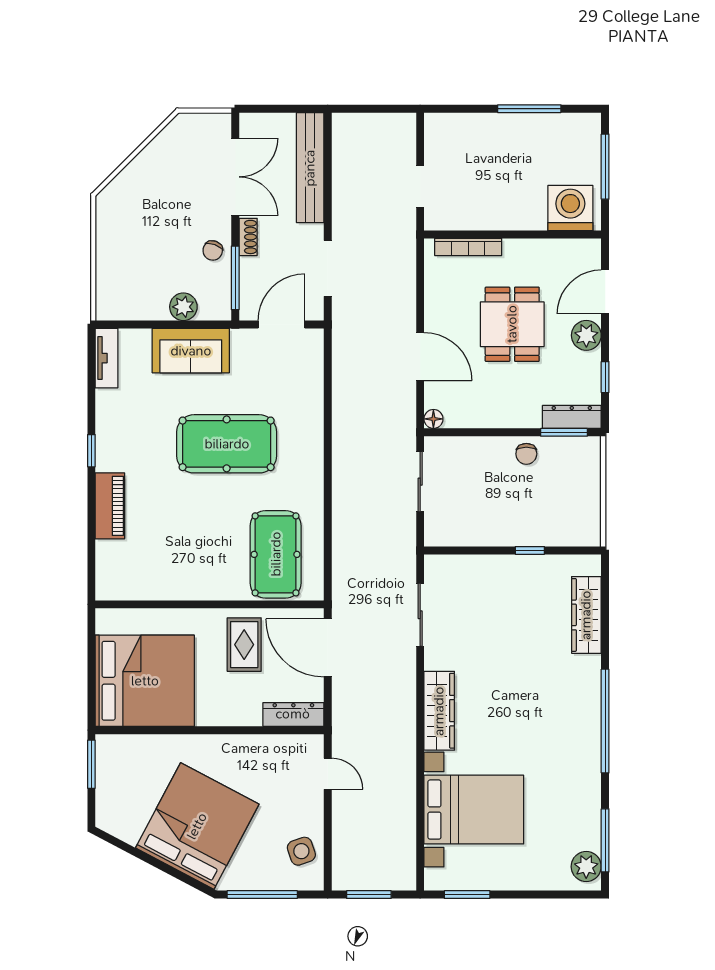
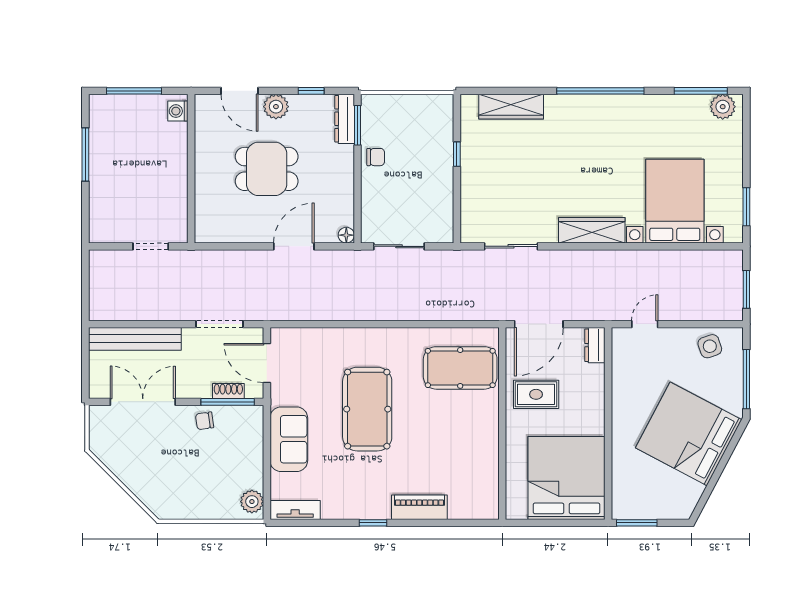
washing machine: (570, 208) -> (178, 111), width x0.53, depth x0.53
shoe rack: (248, 237) -> (228, 391), moved
bookcase: (468, 247) -> (202, 206), removed
chair: (213, 250) -> (205, 421), turned 152
plant: (183, 307) -> (252, 502), moved
dresser: (293, 714) -> (595, 345), width x0.70

